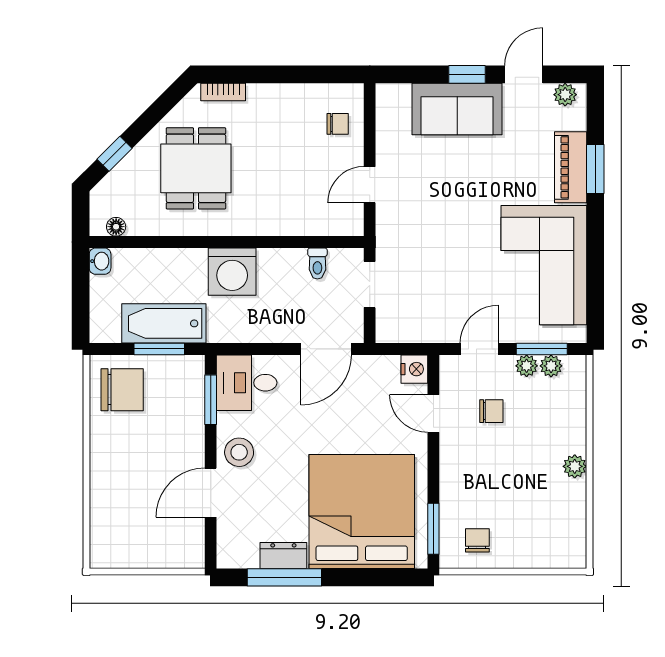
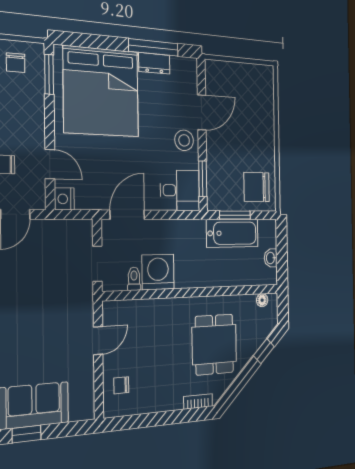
washbasin: (100, 261) -> (271, 258), moved
washing machine: (232, 272) -> (158, 272), moved

